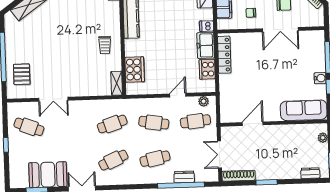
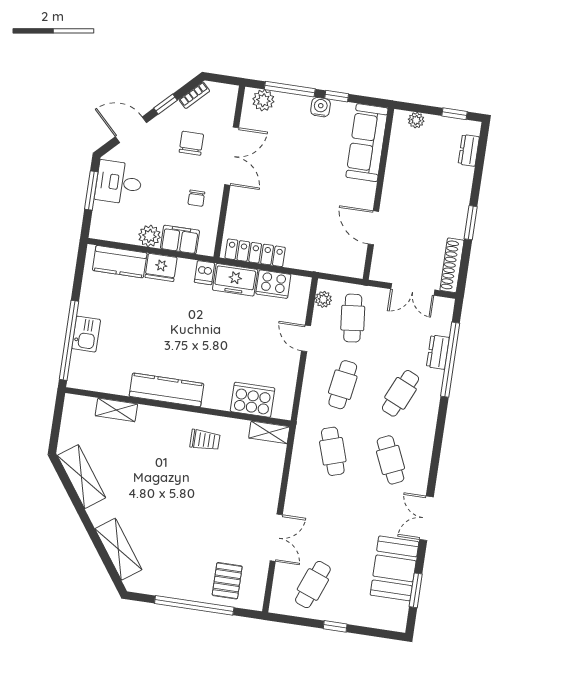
plant: (318, 43) -> (263, 100), added
pallet: (22, 74) -> (227, 581), turned 90
cafe table: (155, 159) -> (400, 393), turned 36

